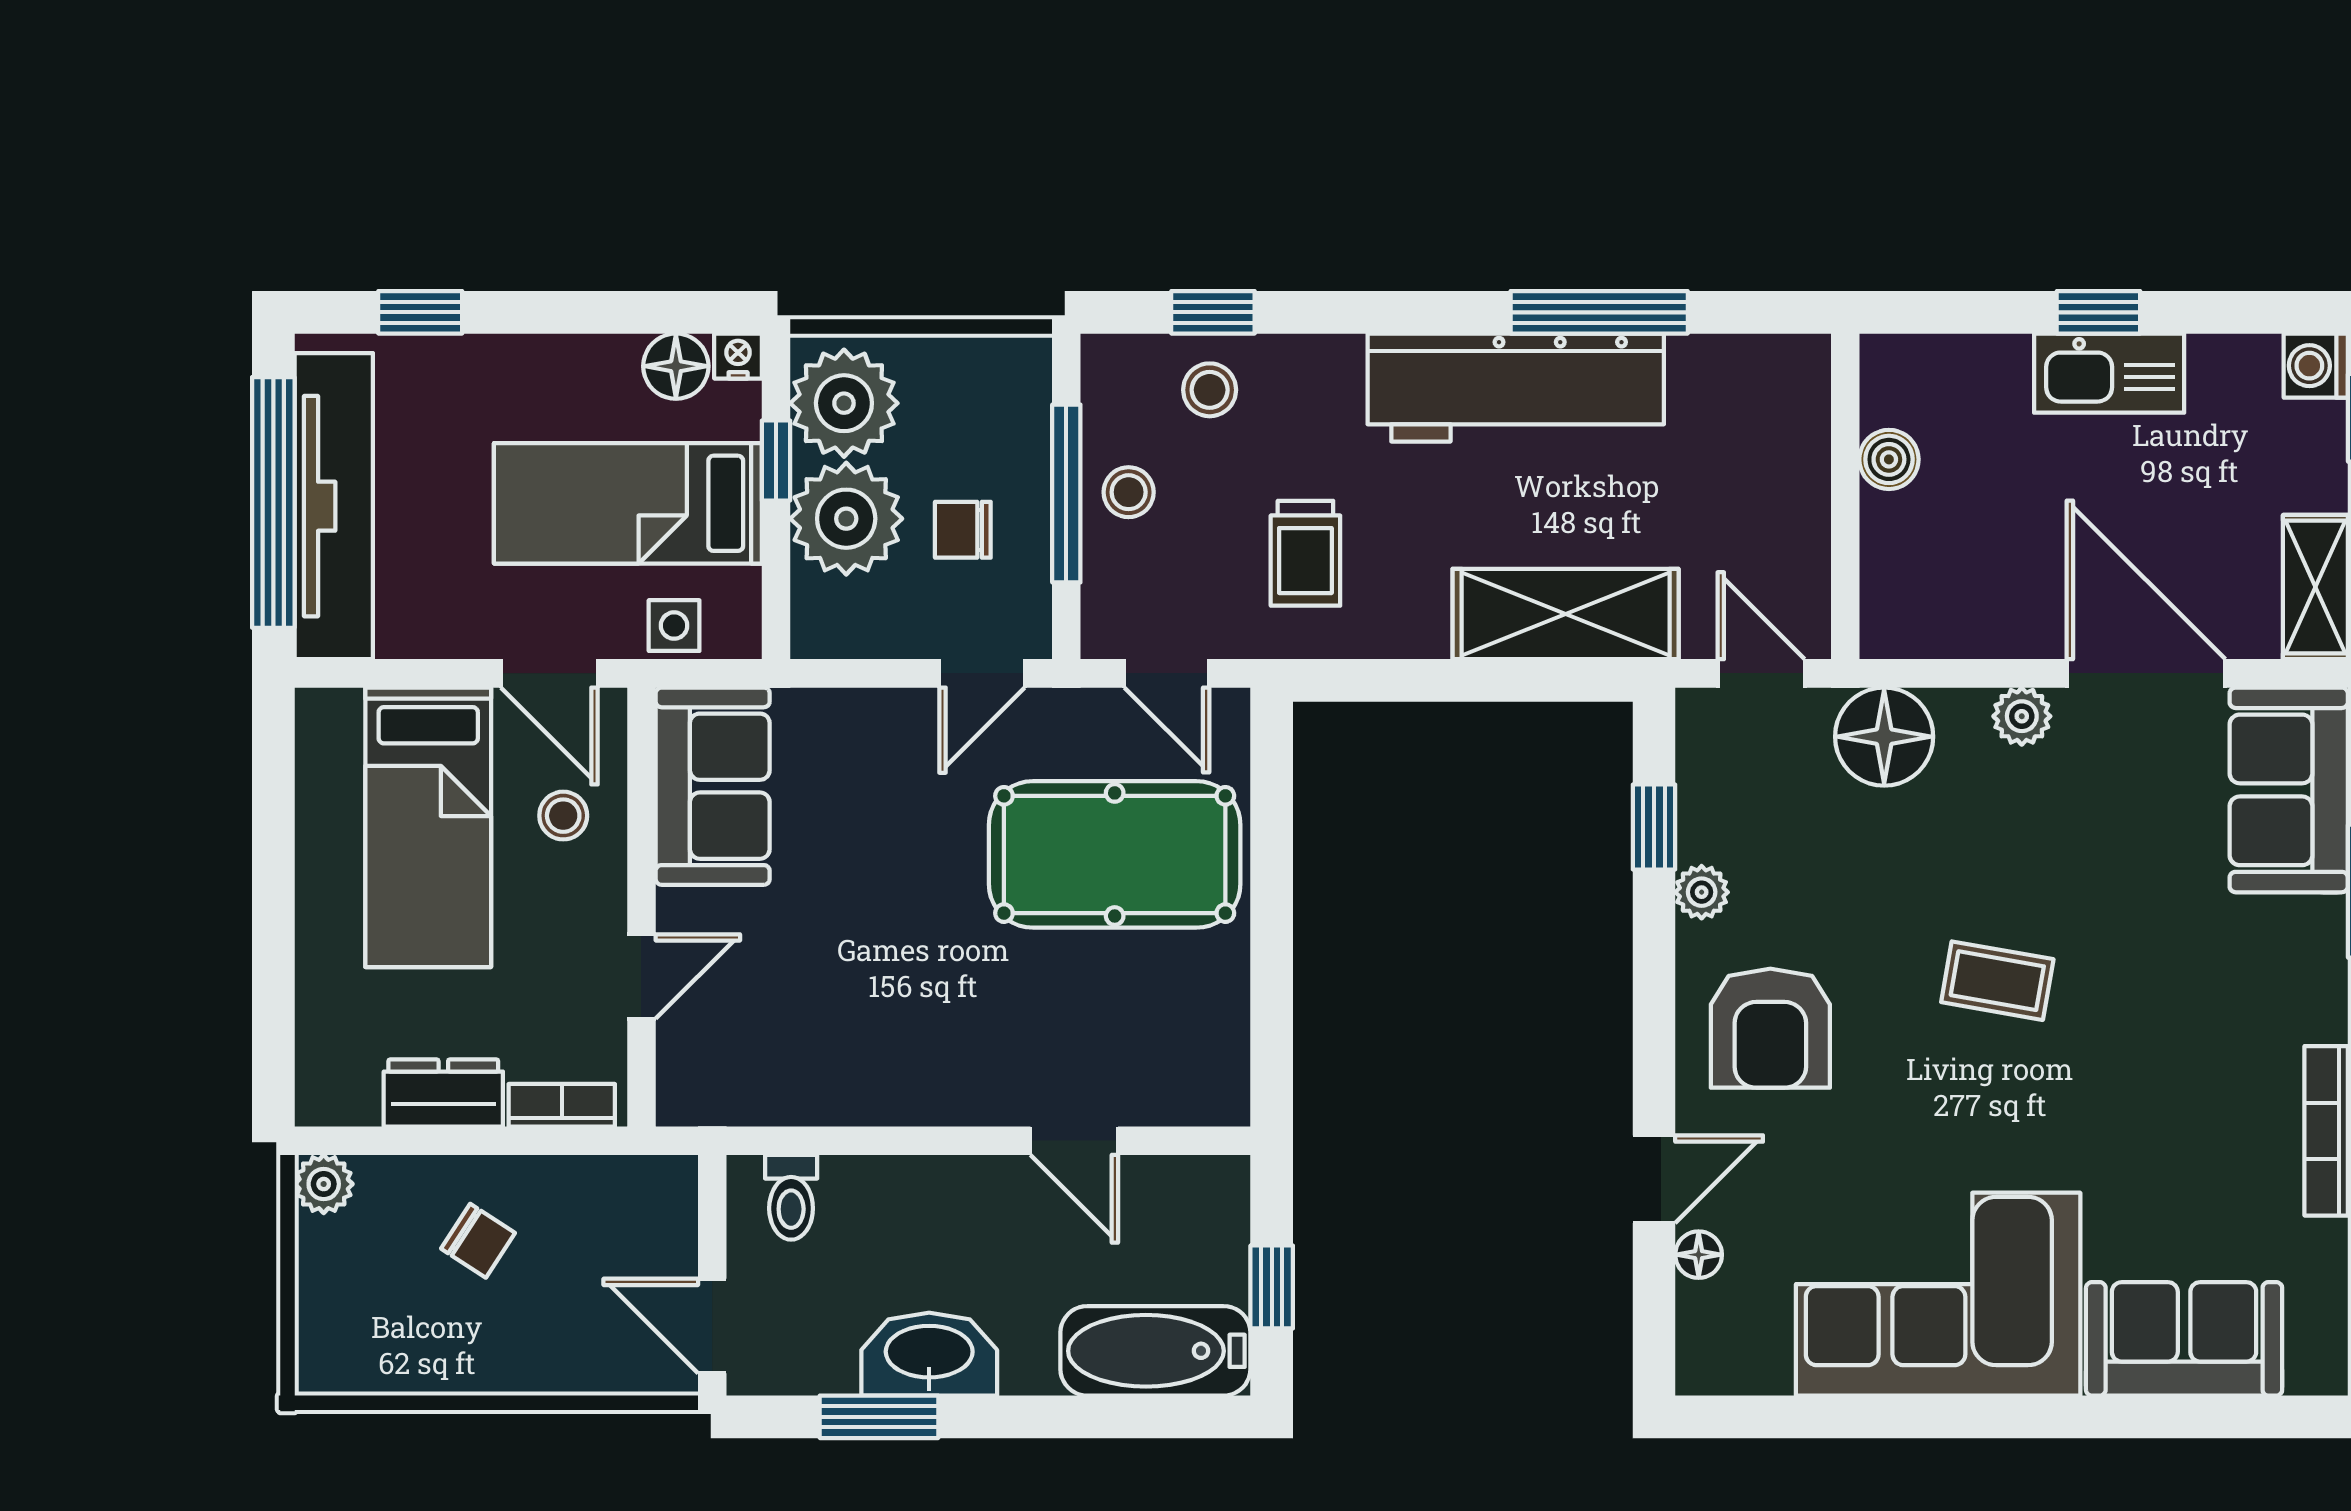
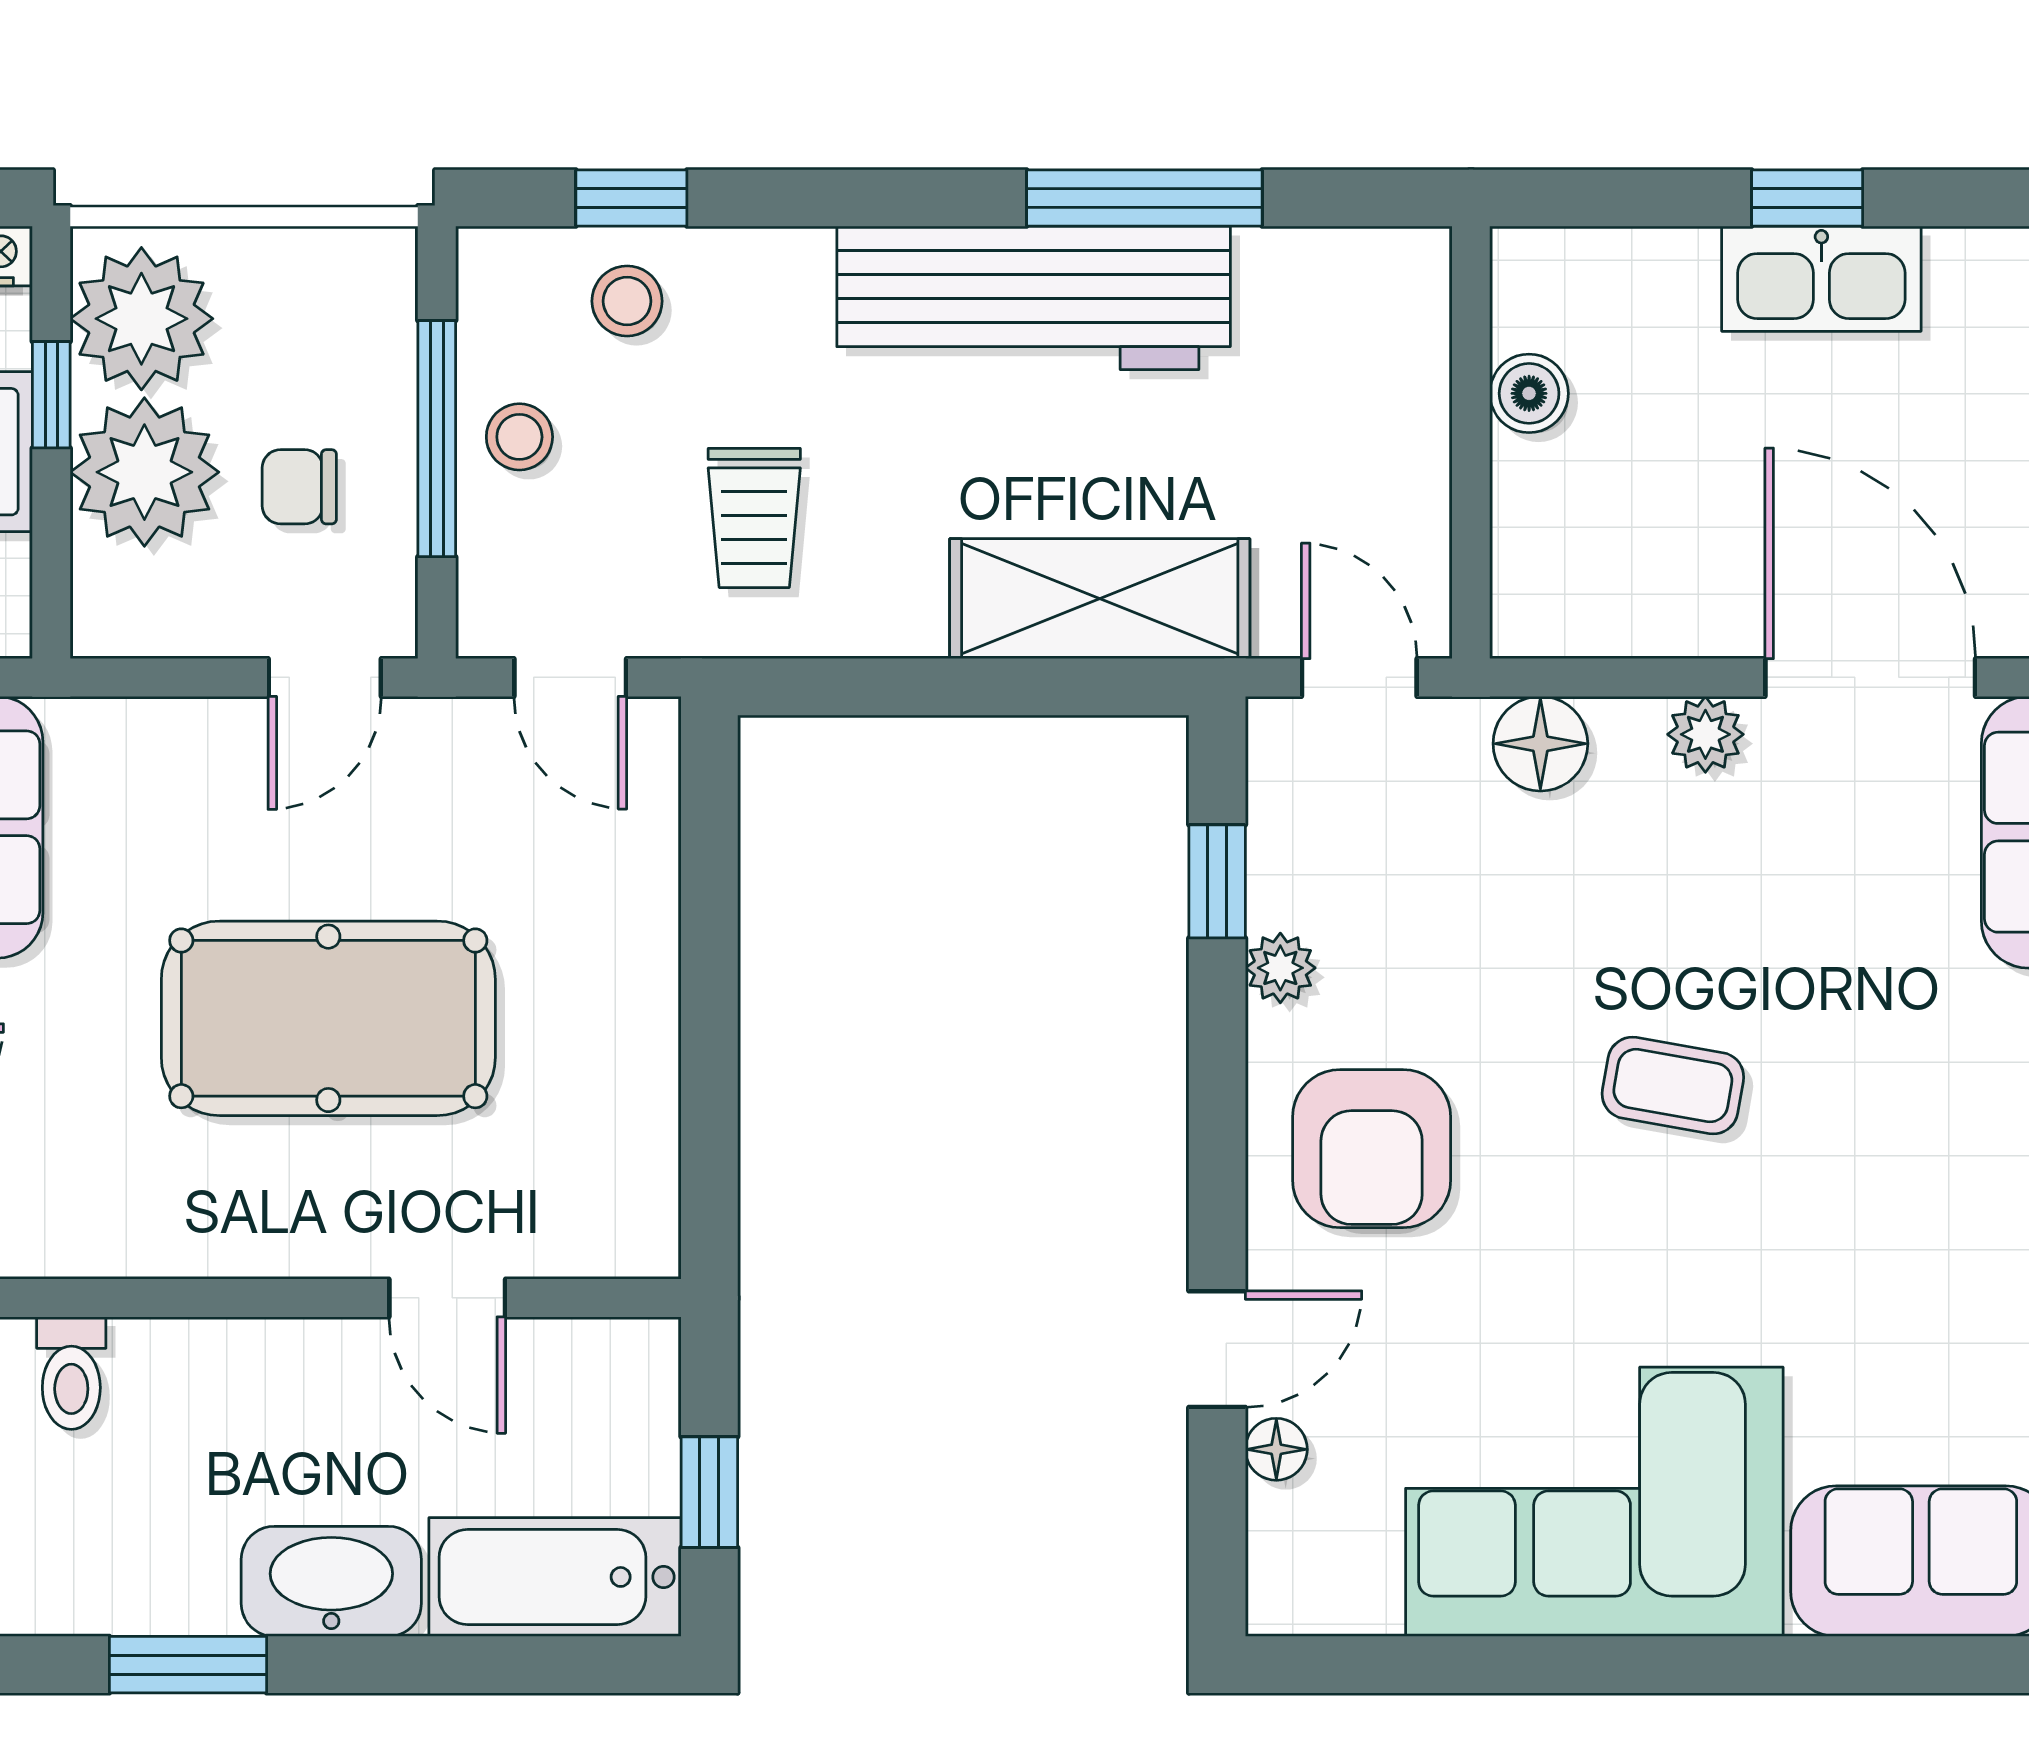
floor lamp: (1884, 737) -> (1540, 744), width x0.73, depth x0.73
pool table: (1115, 854) -> (328, 1018), moved
washbasin: (929, 1354) -> (331, 1581), moved

